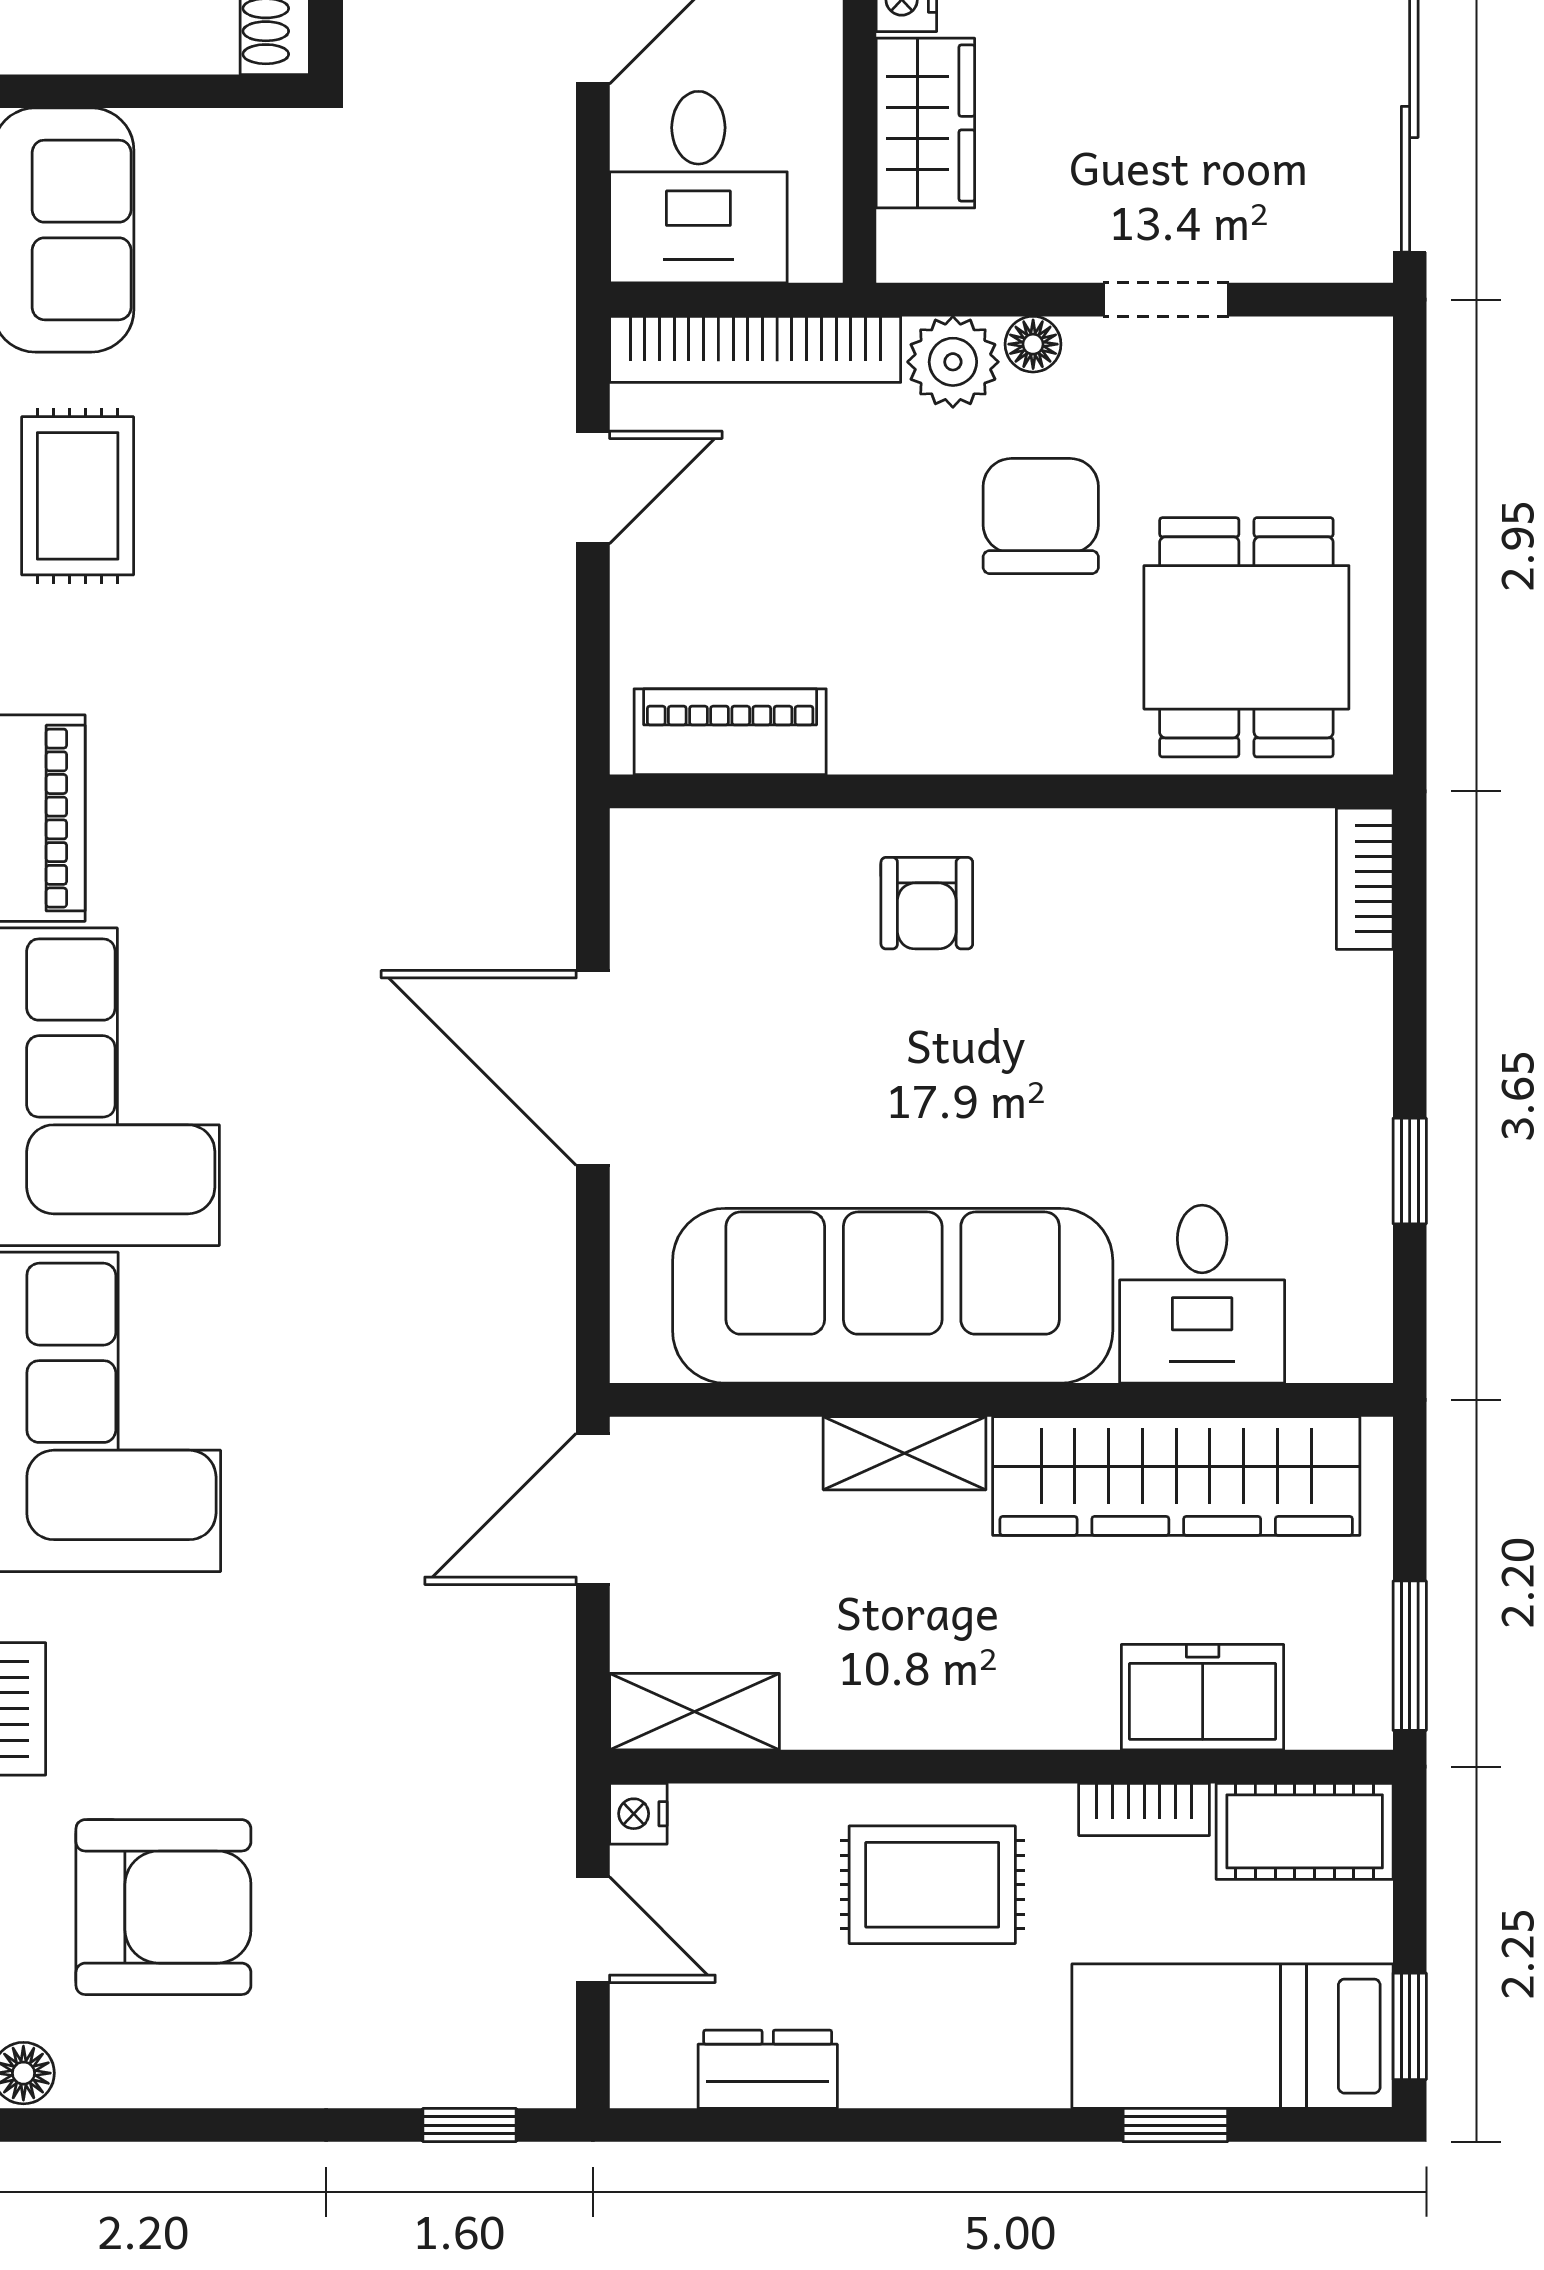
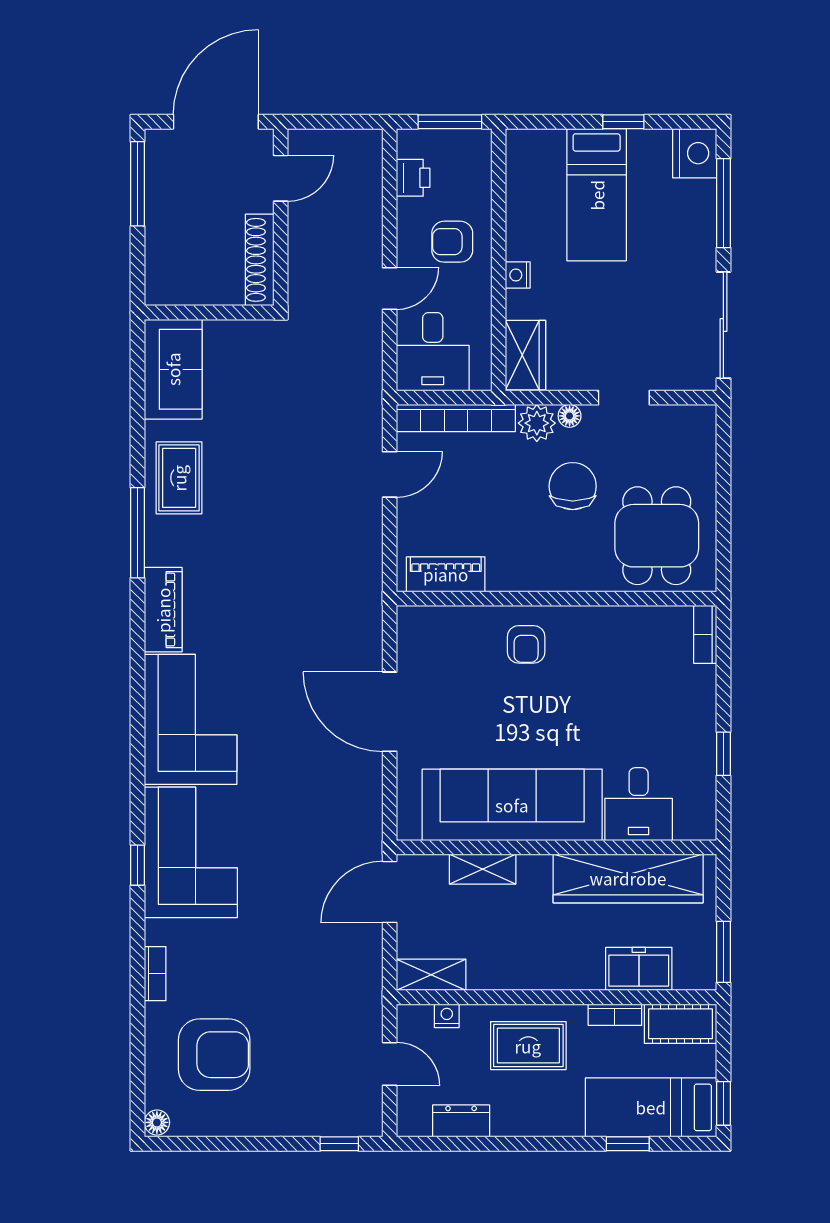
wardrobe: (925, 123) -> (526, 355), moved
shelving: (905, 1453) -> (483, 869), moved
nightstand: (638, 1814) -> (447, 1016), moved, turned 90

